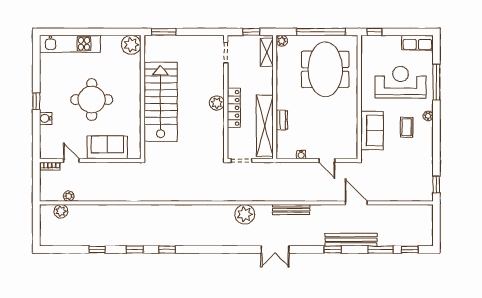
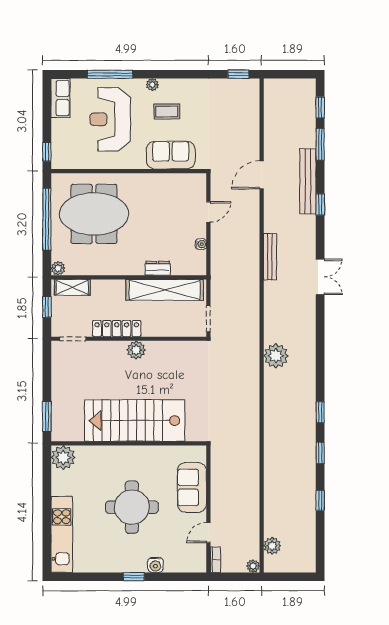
locker: (234, 108) -> (117, 329), moved
plant: (69, 196) -> (253, 566), moved
plant: (245, 214) -> (276, 356), moved

